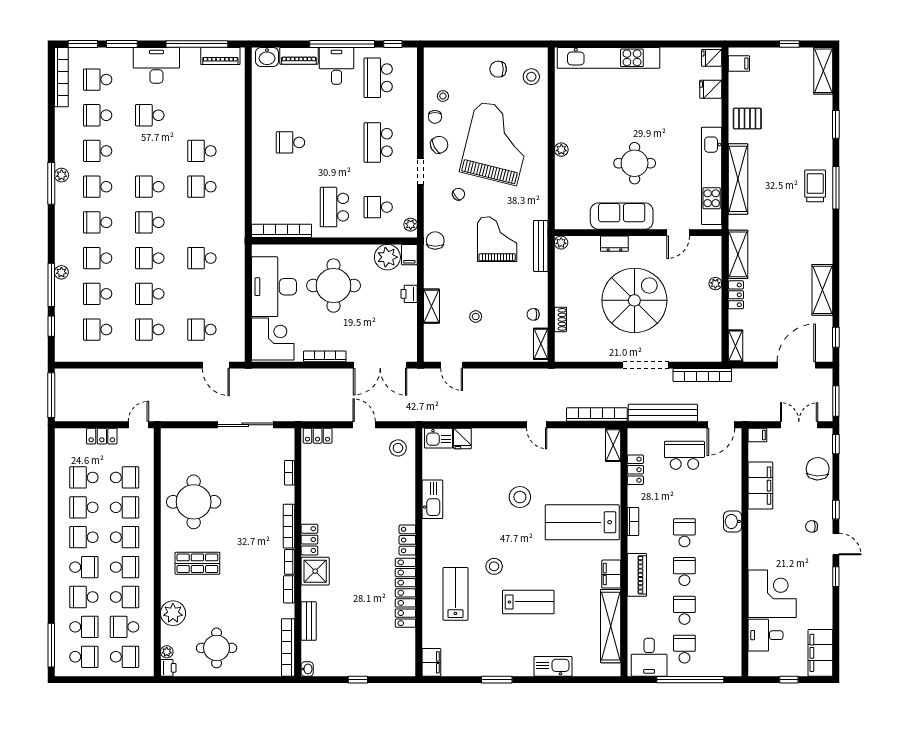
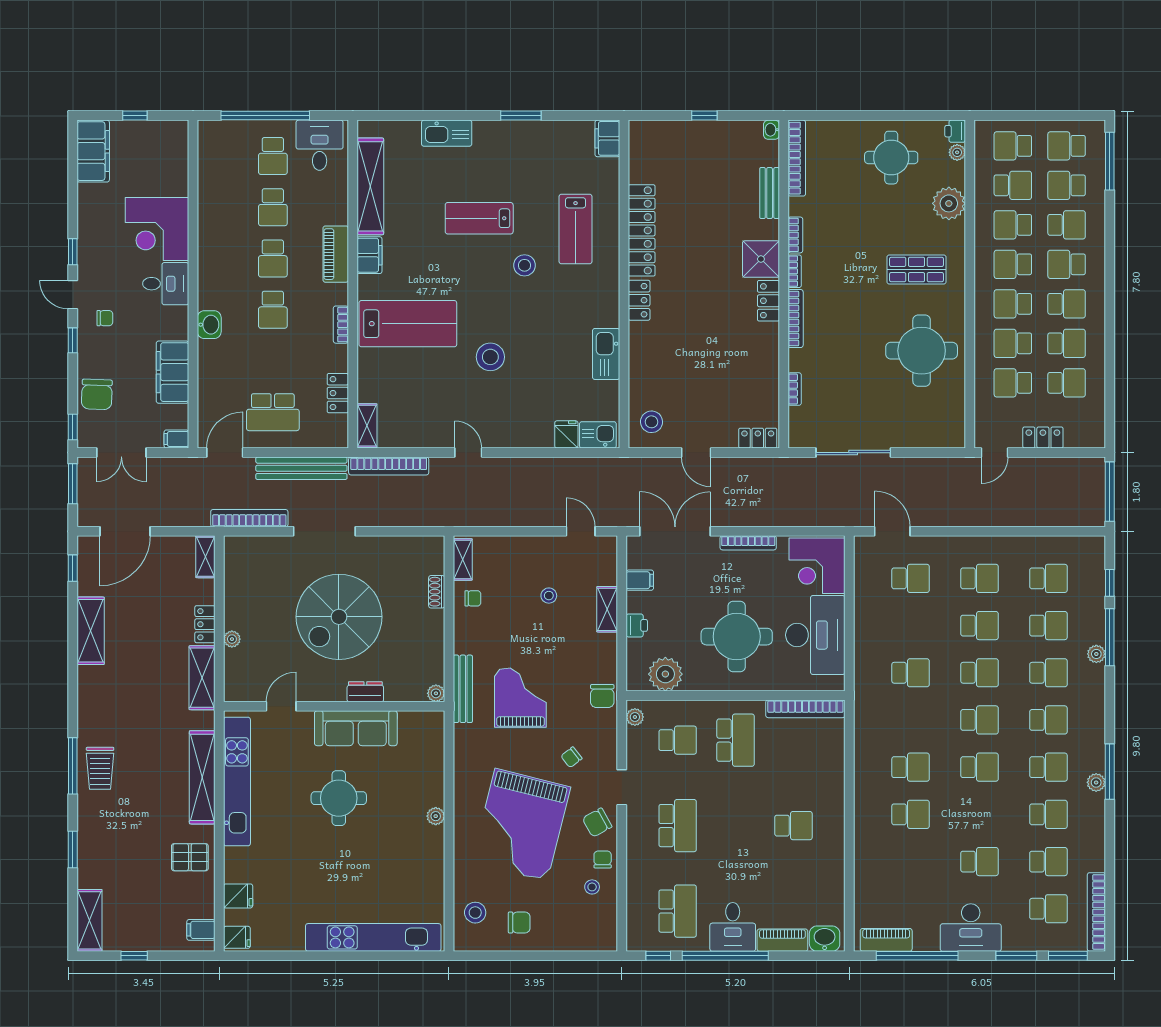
grand piano: (497, 239) -> (520, 698), turned 180
filing cabinet: (409, 255) -> (640, 580), moved, turned 90
desk: (766, 635) -> (166, 284), moved

